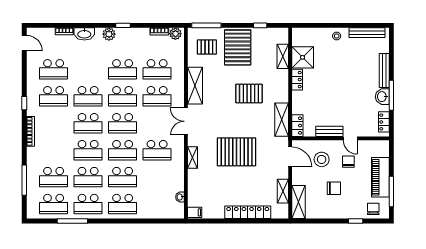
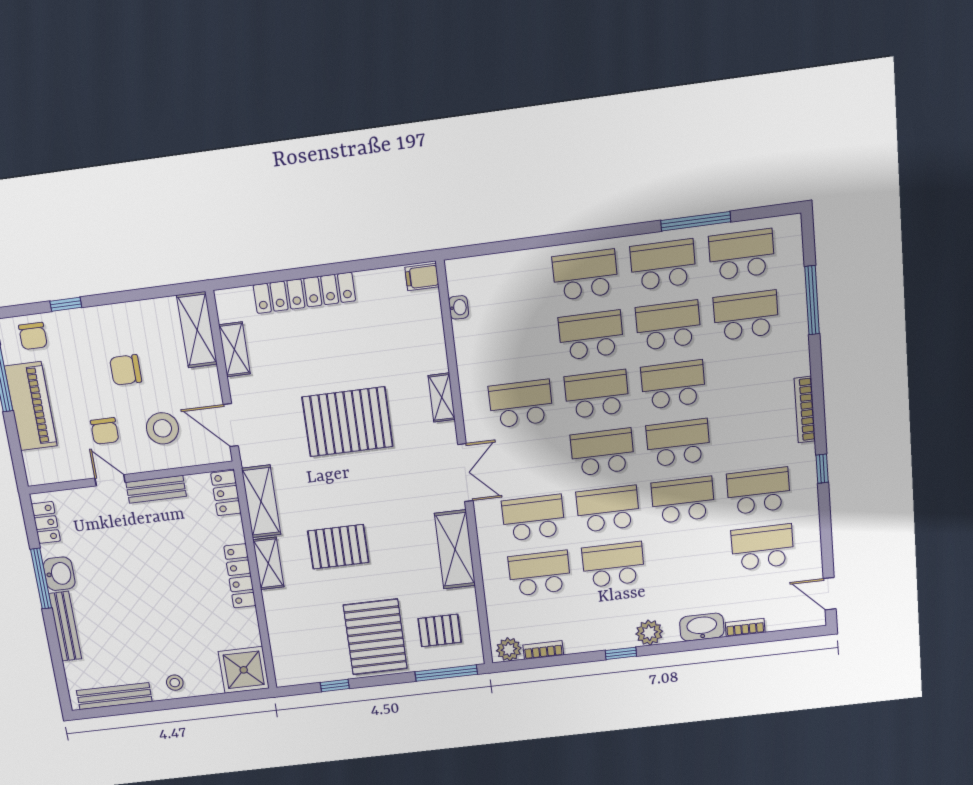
shelving: (283, 56) -> (268, 563), moved
shower: (303, 57) -> (244, 670), moved
locker: (297, 80) -> (240, 576), width x1.53

